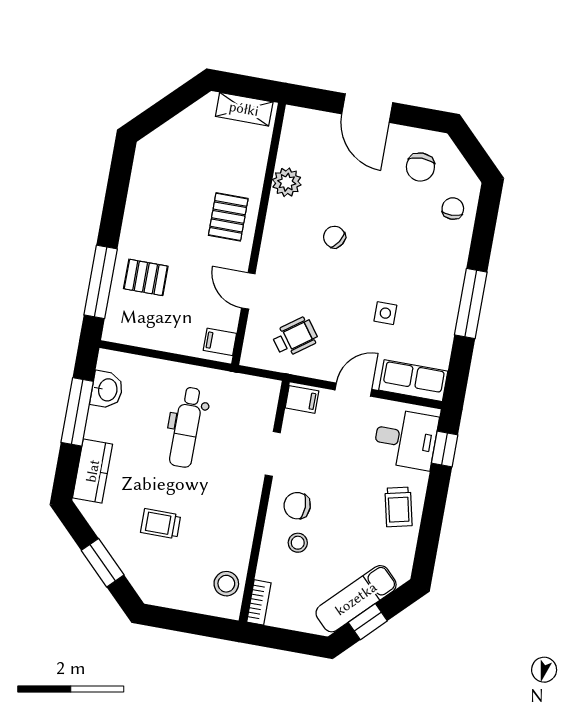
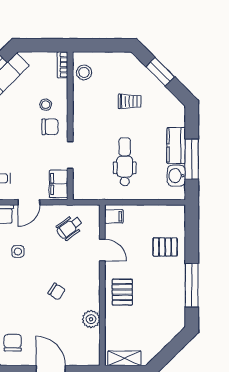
window: (101, 282) -> (192, 285), moved
filing cabinet: (302, 399) -> (59, 184), width x2.00
kitchen counter: (93, 471) -> (176, 146), moved

